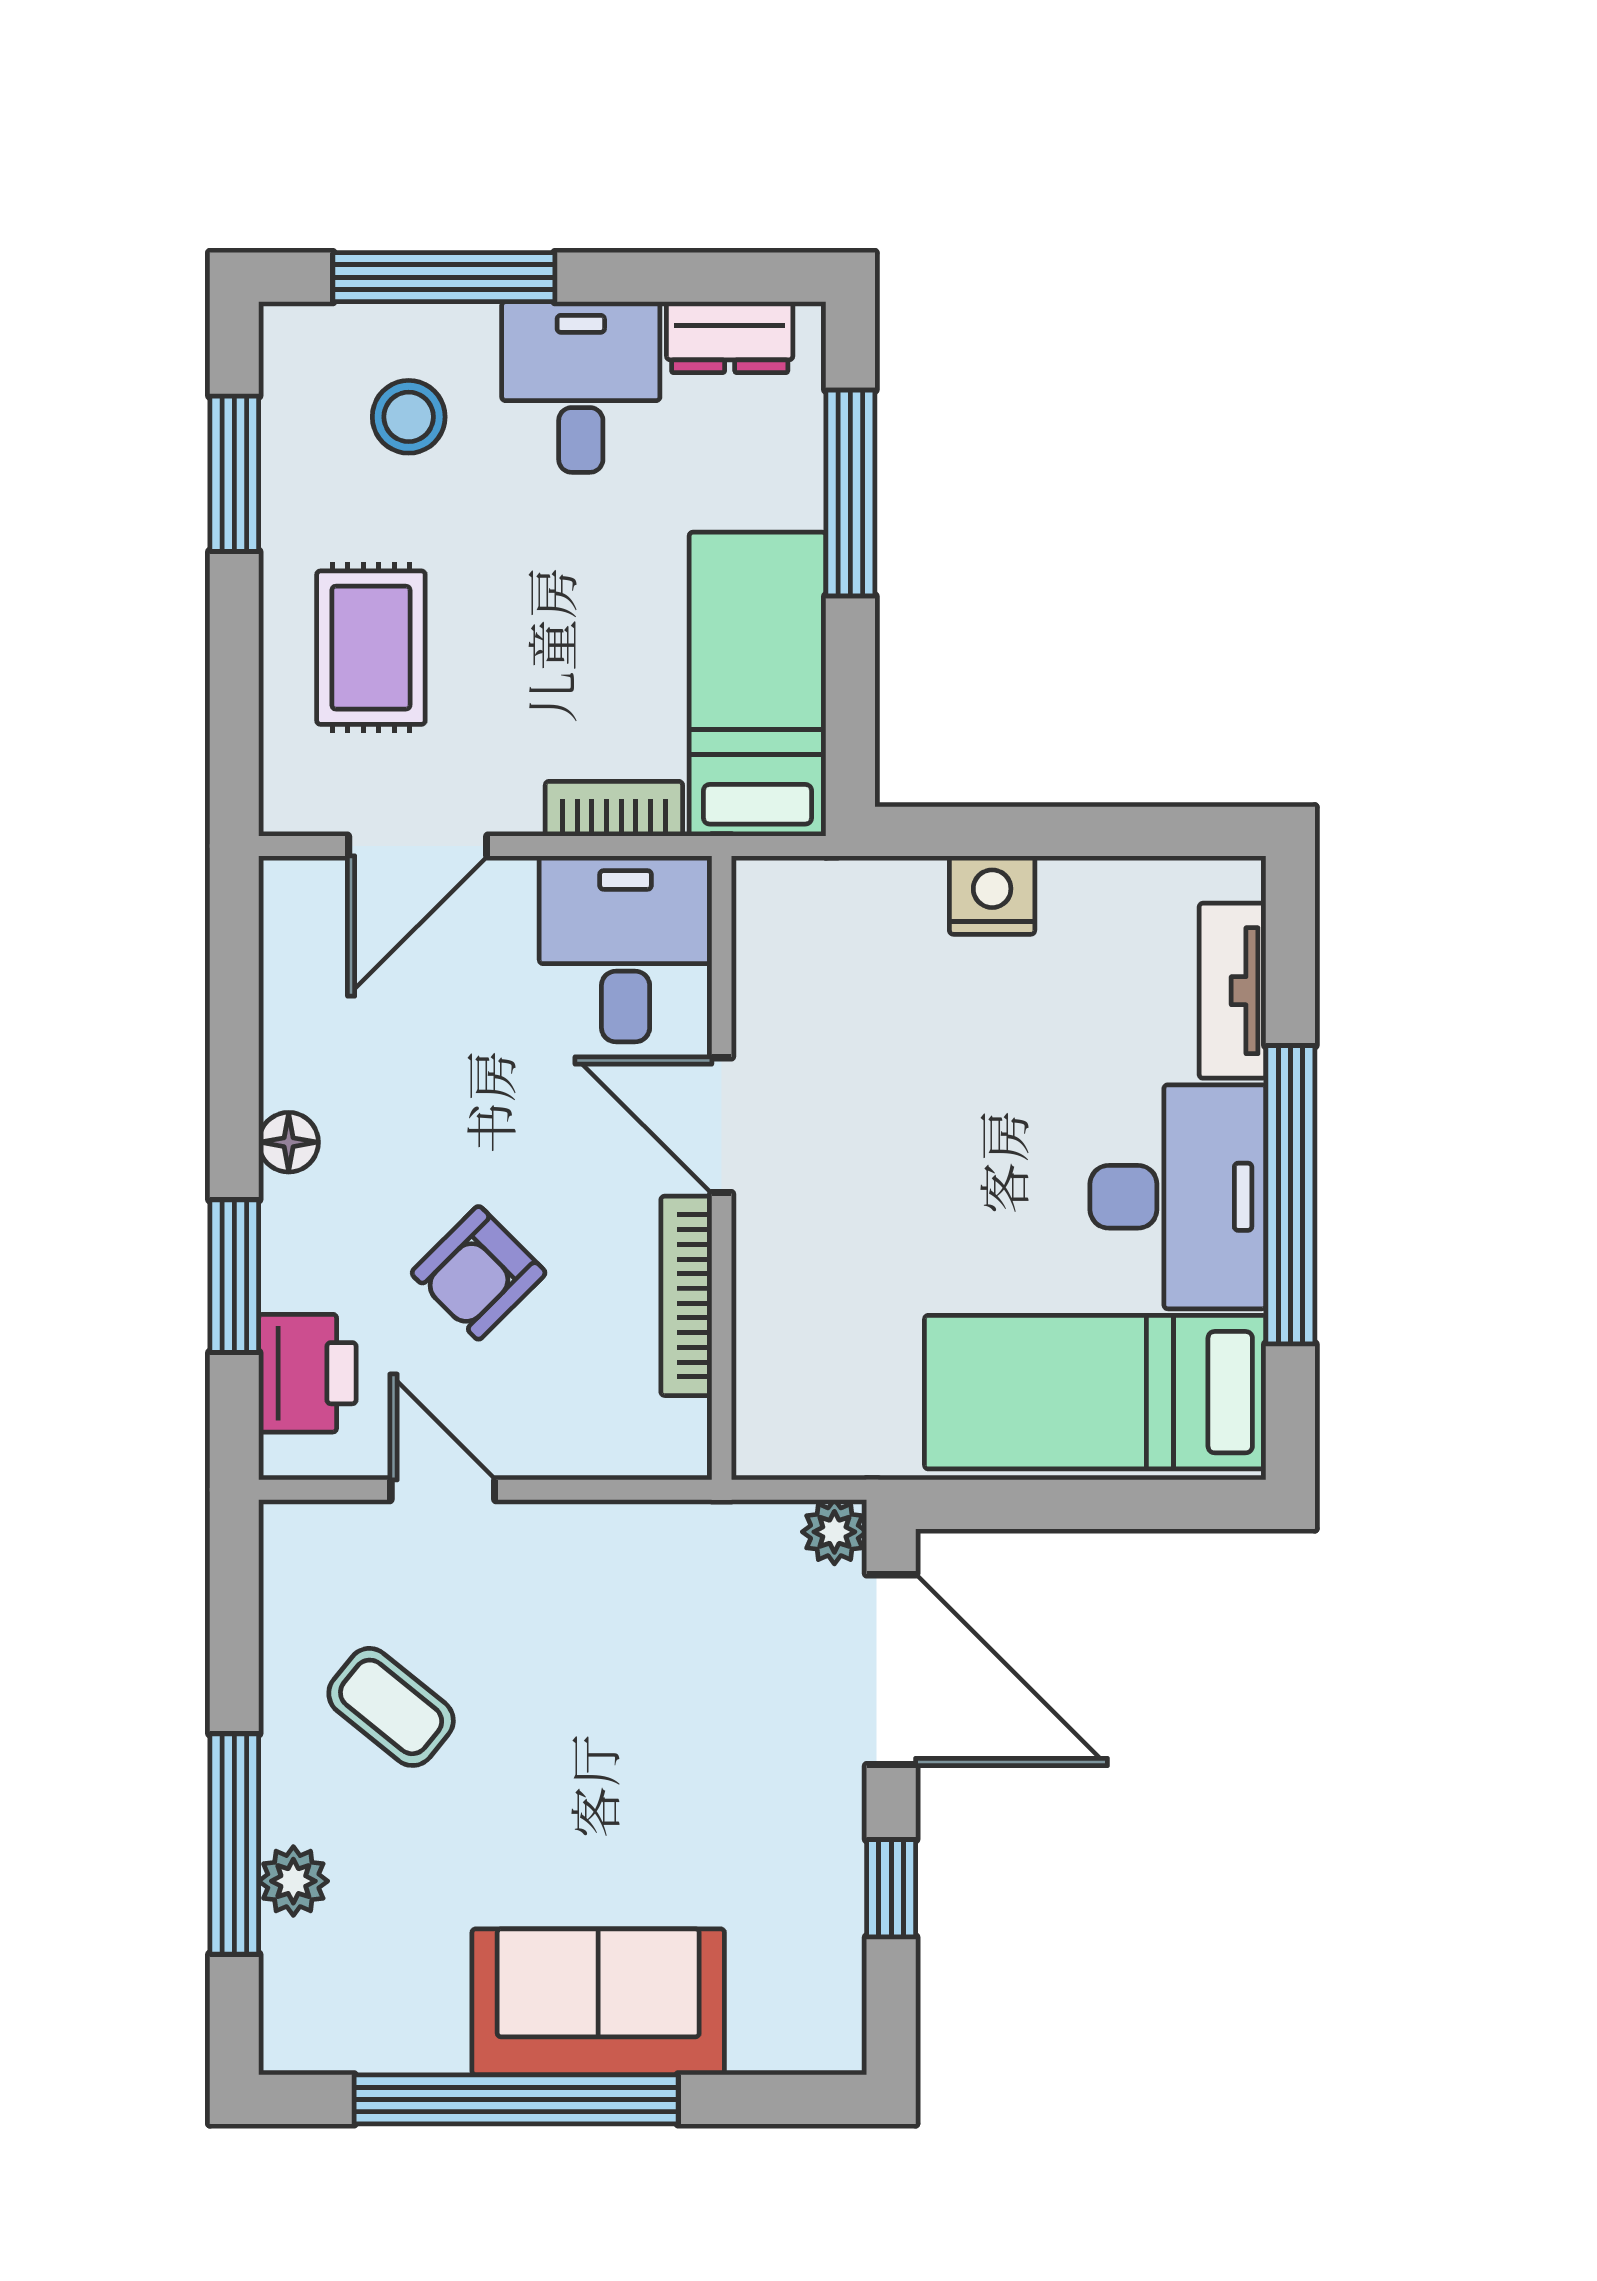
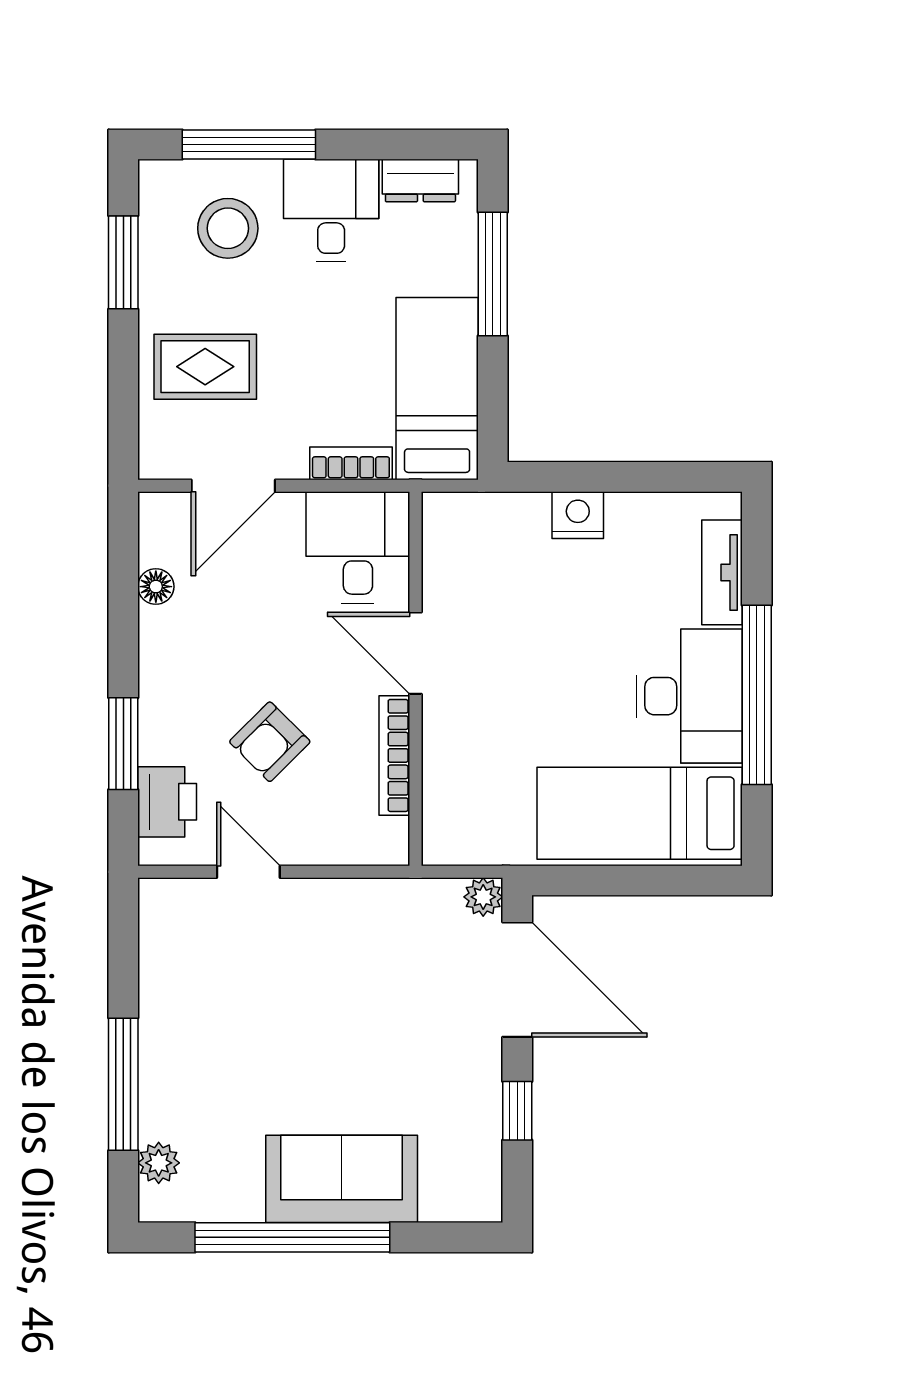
stool: (409, 417) -> (228, 228), width x1.38, depth x1.38
rug: (371, 648) -> (205, 367), turned 90
floor lamp: (289, 1142) -> (156, 587), moved
coffee table: (391, 1707) -> (217, 1002), removed
plant: (293, 1881) -> (159, 1163), moved

